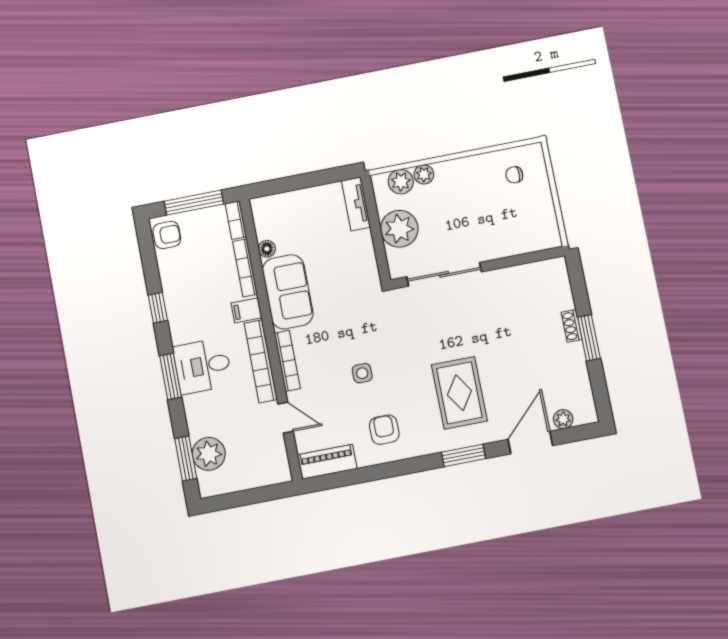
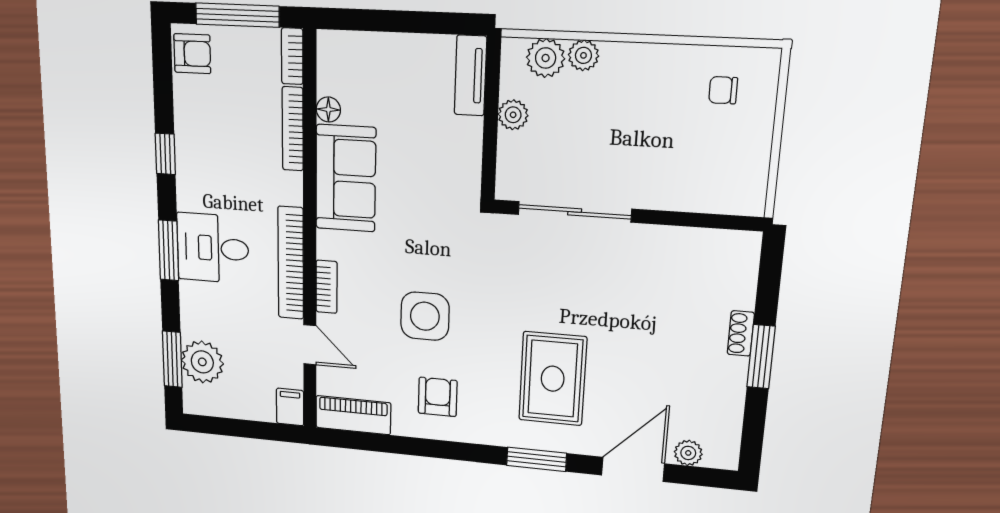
plant: (399, 229) -> (513, 115), width x0.53, depth x0.53
filing cabinet: (246, 310) -> (290, 407), moved, turned 90
bookcase: (287, 361) -> (327, 287), width x0.64
side table: (362, 373) -> (425, 316), width x1.87, depth x1.87

